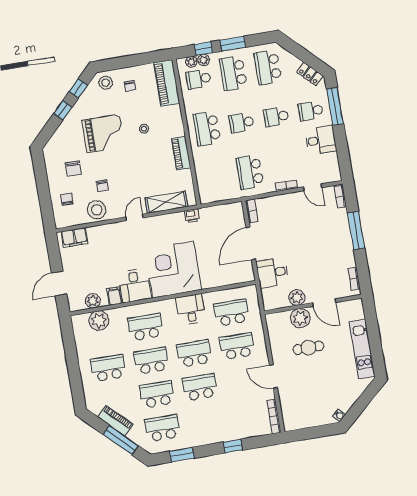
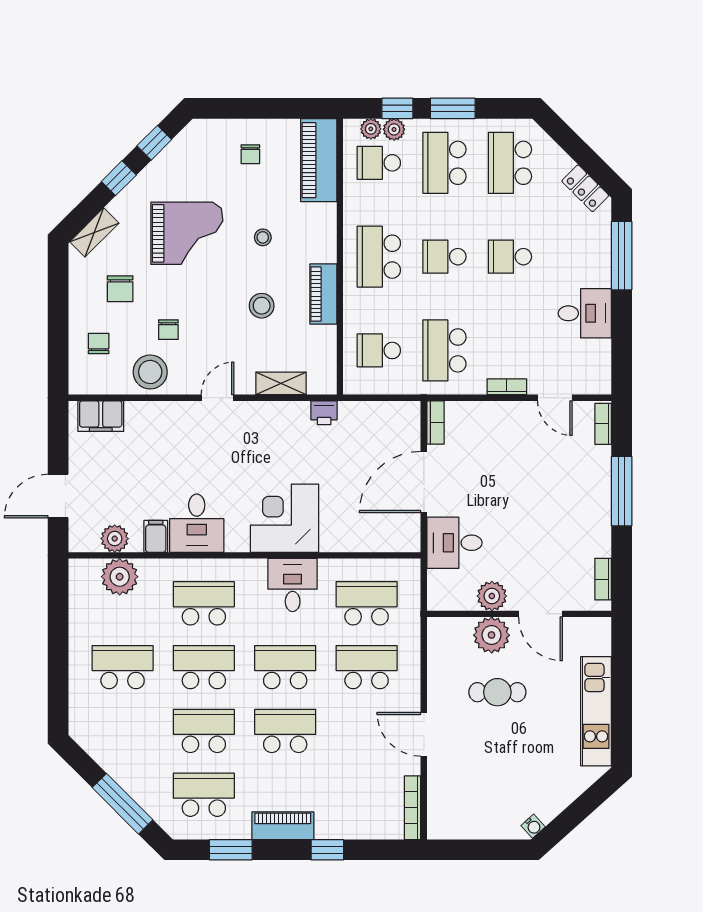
stool: (106, 83) -> (262, 306), moved
school desk: (311, 111) -> (379, 350), moved
shelving: (55, 141) -> (94, 232), added
shelving: (166, 202) -> (281, 383), width x0.67, depth x0.75
corner desk: (173, 270) -> (285, 518), width x0.74, depth x0.74
piano: (115, 421) -> (283, 826), moved, turned -45

